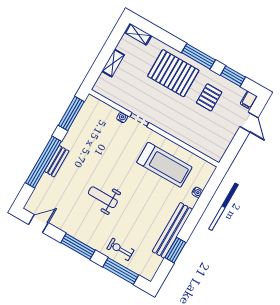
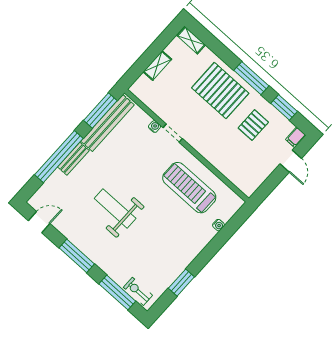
treadmill: (164, 165) -> (189, 188), turned 180
weight bench: (103, 197) -> (115, 208), width x1.36, depth x1.33
bench: (172, 230) -> (108, 123), moved
exercise bike: (120, 249) -> (138, 291), moved

